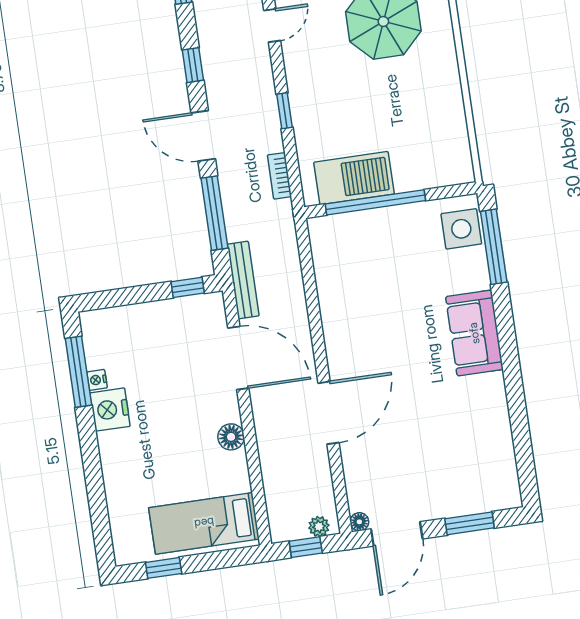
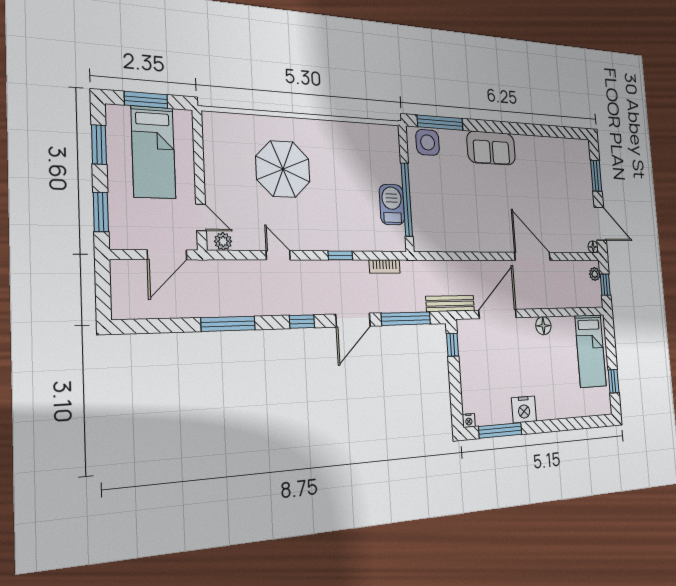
barbecue: (354, 178) -> (392, 205), width x0.73, depth x0.83
nightstand: (97, 380) -> (469, 420), moved

